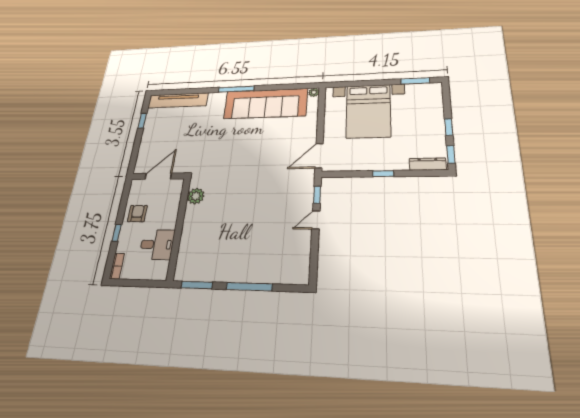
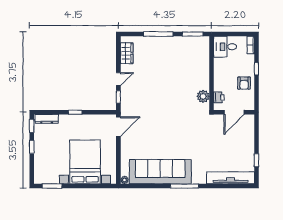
printer: (175, 195) -> (219, 97), added
desk: (157, 245) -> (225, 47), moved
wardrobe: (301, 258) -> (127, 53), added

